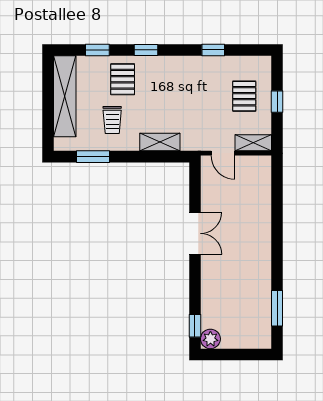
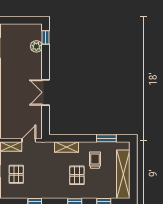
pallet: (123, 79) -> (77, 175), moved
door: (223, 153) -> (29, 140), hinge flipped
plant: (210, 339) -> (36, 46), moved

